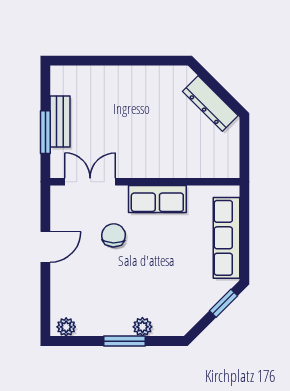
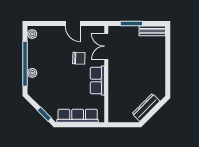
bench: (60, 122) -> (152, 31), moved
double door: (90, 182) -> (106, 46), swing flipped
window: (125, 341) -> (25, 64), width x2.11

